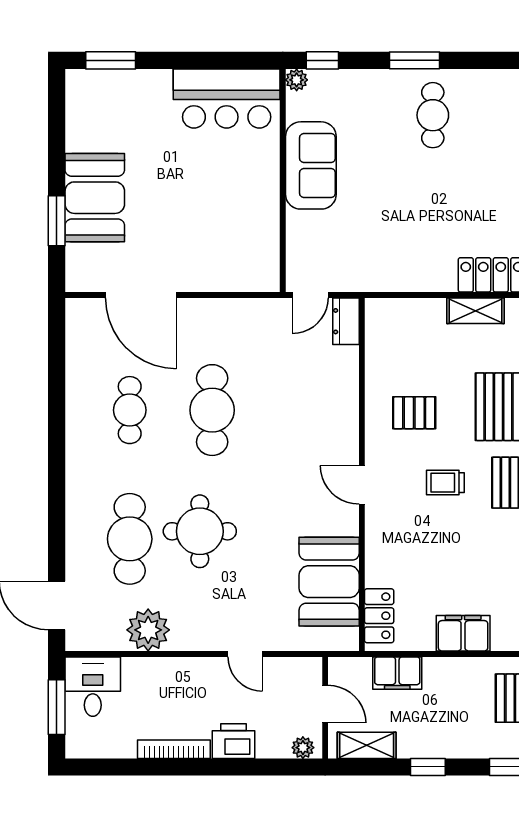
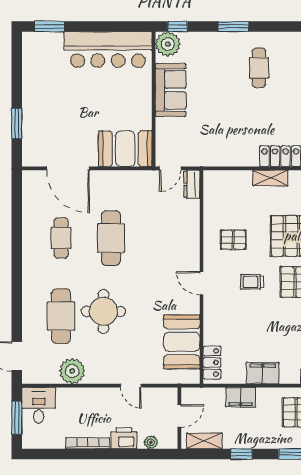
plant: (297, 80) -> (168, 44), width x1.88, depth x1.88
bar counter: (227, 99) -> (108, 50), width x1.36
cafe table: (433, 115) -> (259, 68), moved
booth: (95, 198) -> (125, 149), moved, turned 90
filing cabinet: (397, 673) -> (241, 397), moved
door: (325, 704) -> (179, 416), hinge flipped
plant: (303, 748) -> (151, 442), moved

